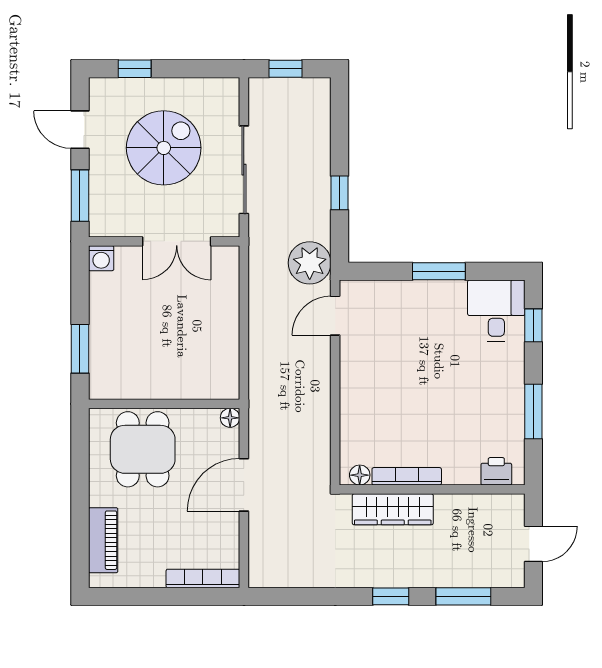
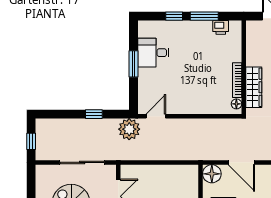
desk: (496, 311) -> (153, 53), moved
door: (335, 316) -> (156, 116), swing flipped
window: (533, 325) -> (174, 16), moved
floor lamp: (230, 418) -> (212, 174), width x1.89, depth x1.89
printer: (496, 471) -> (221, 27), moved, turned -90

